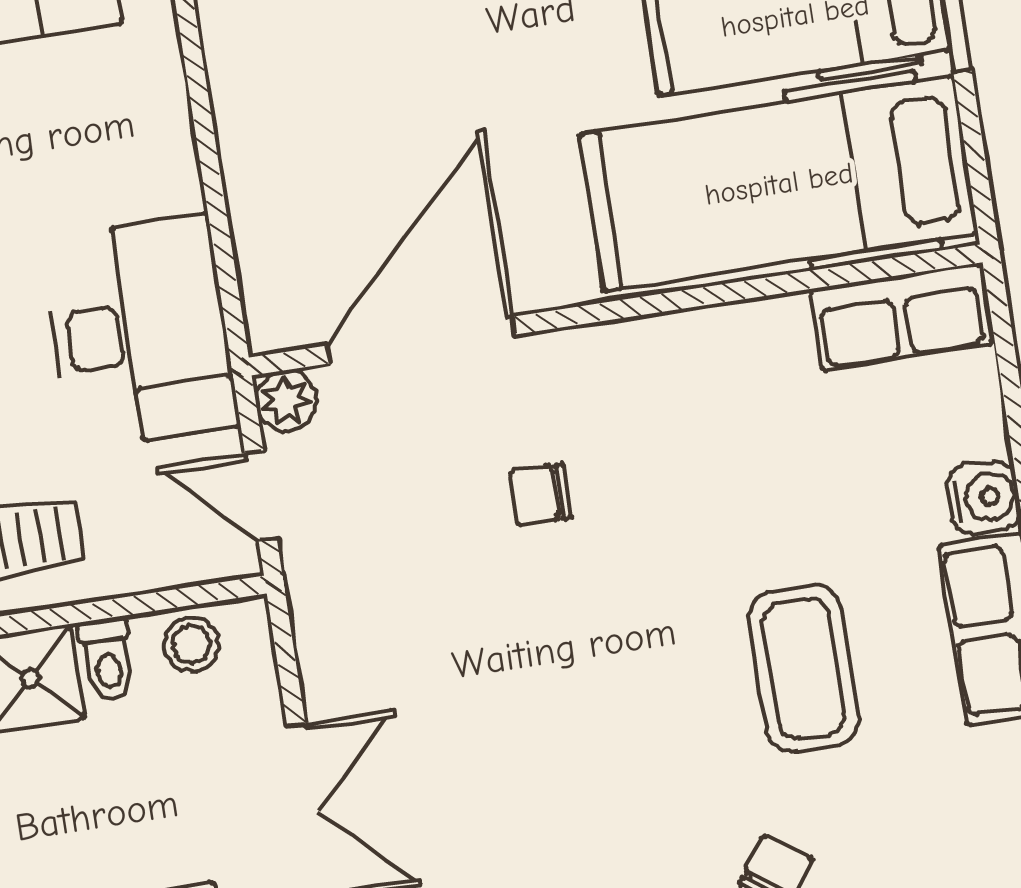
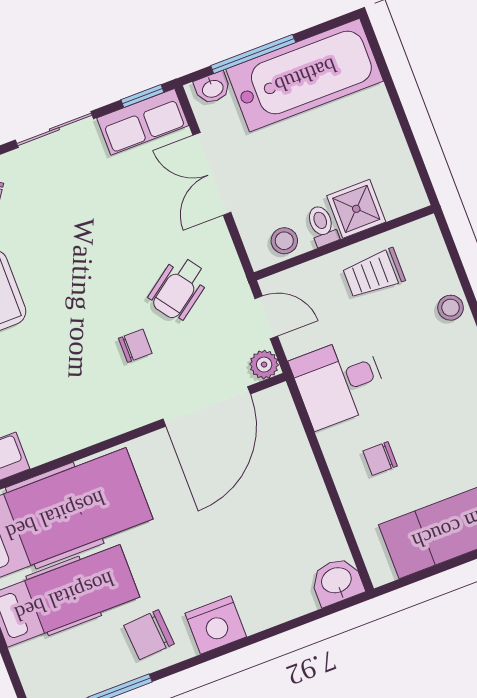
chair: (90, 159) -> (380, 458), added
desk: (140, 332) -> (339, 382), width x0.73
wheelchair: (427, 593) -> (179, 289), added

